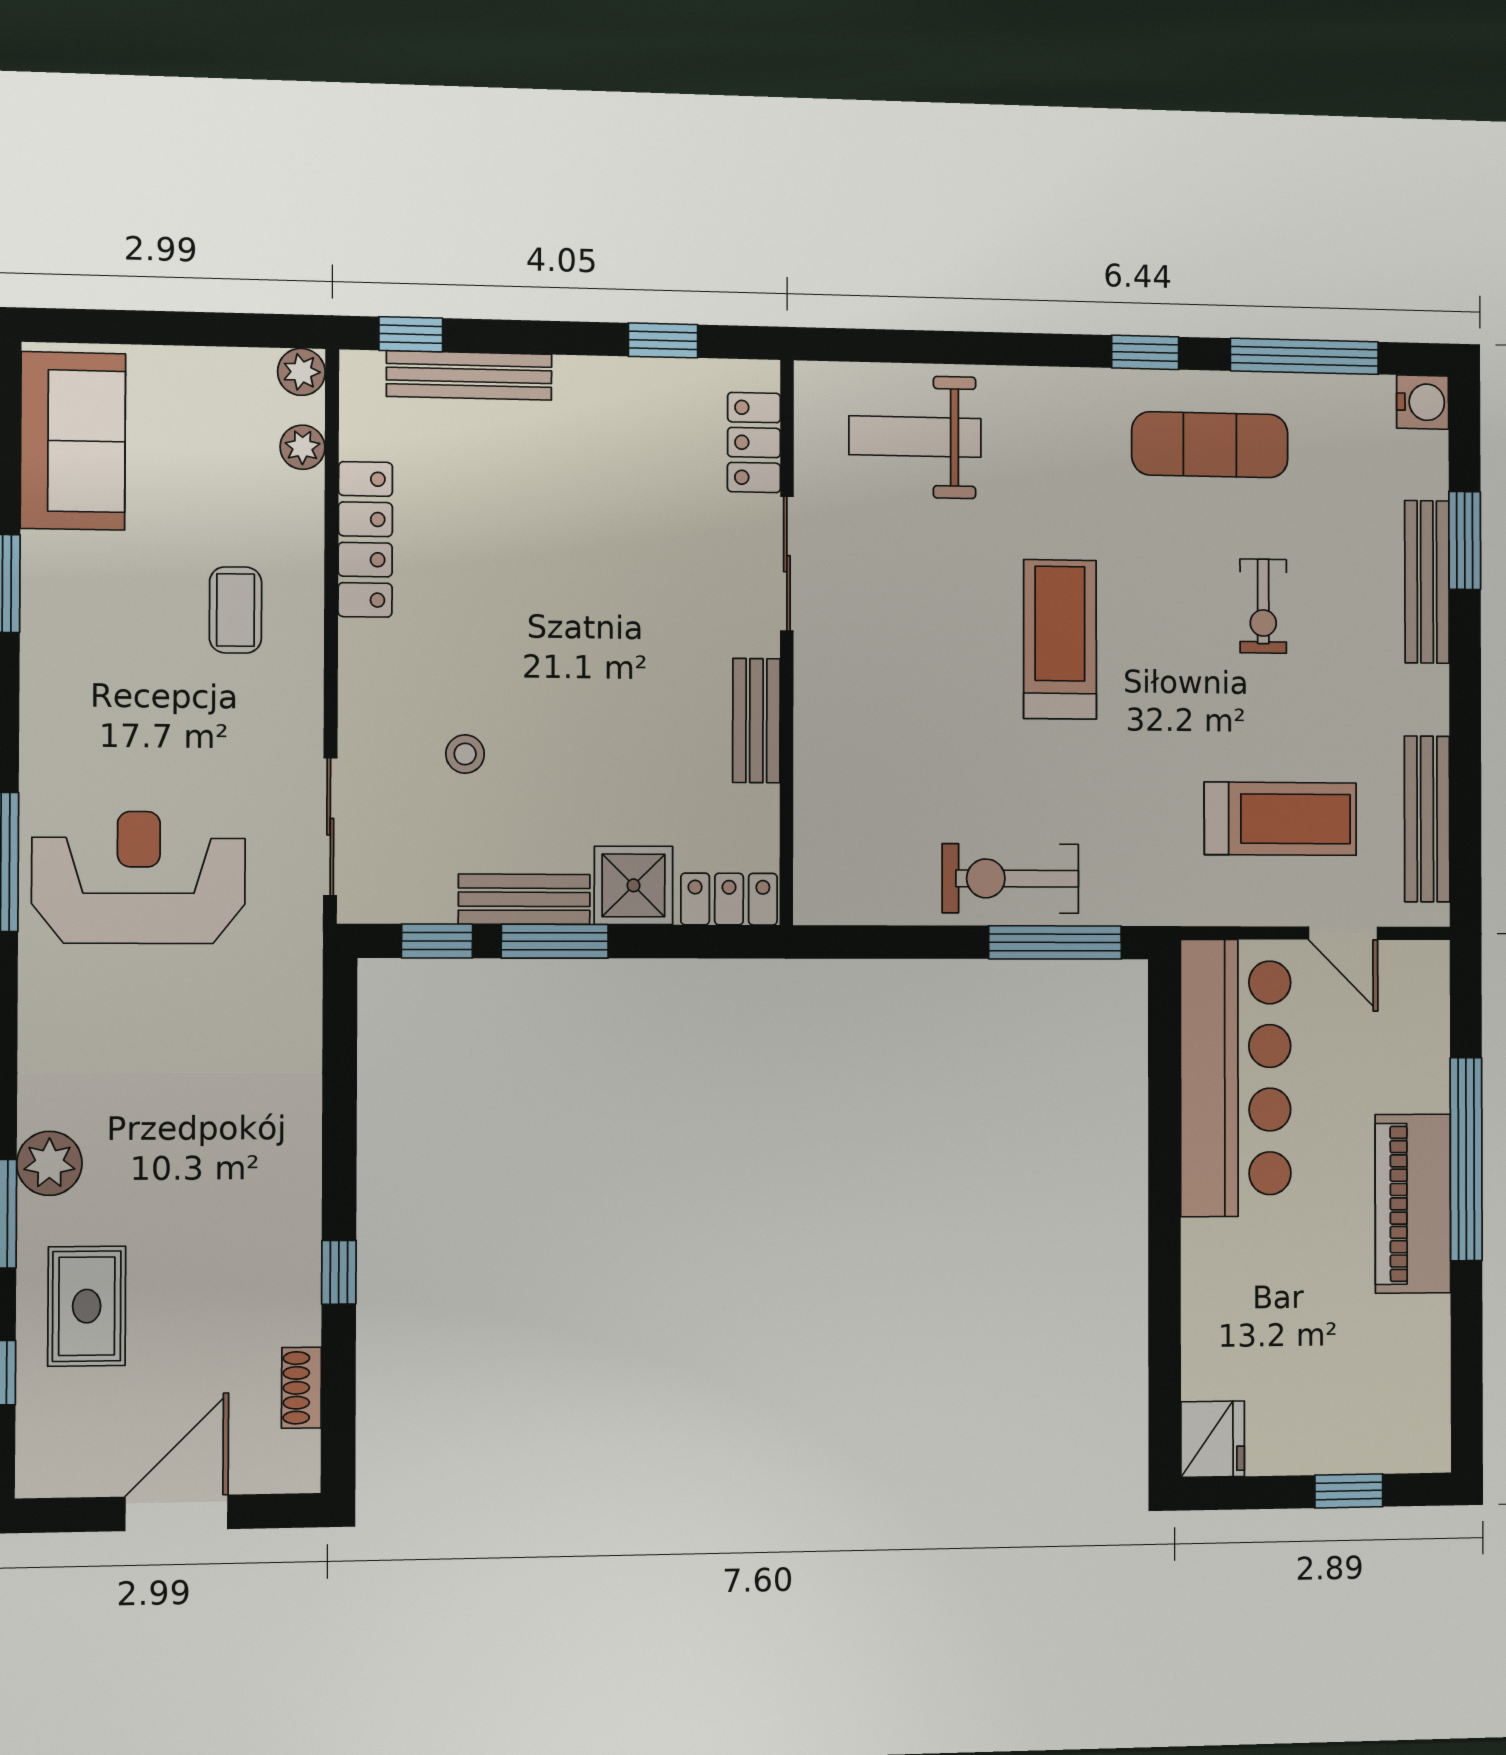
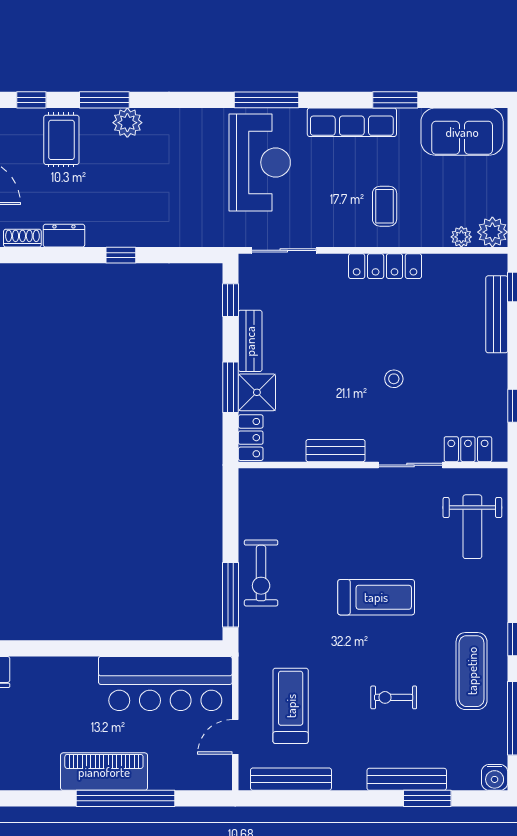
plant: (301, 372) -> (492, 232), width x1.38, depth x1.38
weight bench: (915, 437) -> (472, 527), turned 180
locker: (365, 539) -> (385, 266), moved
coffee table: (235, 610) -> (385, 206), turned 90
row of seats: (51, 678) -> (352, 122), added
stool: (465, 754) -> (394, 379), moved
treadmill: (1280, 819) -> (291, 706), turned 180
exercise bike: (1010, 878) -> (261, 573), turned 180
window: (555, 941) -> (230, 387), moved
window: (339, 1272) -> (121, 255), moved
dresser: (296, 1298) -> (64, 236), added
rug: (87, 1306) -> (61, 140), turned 90

